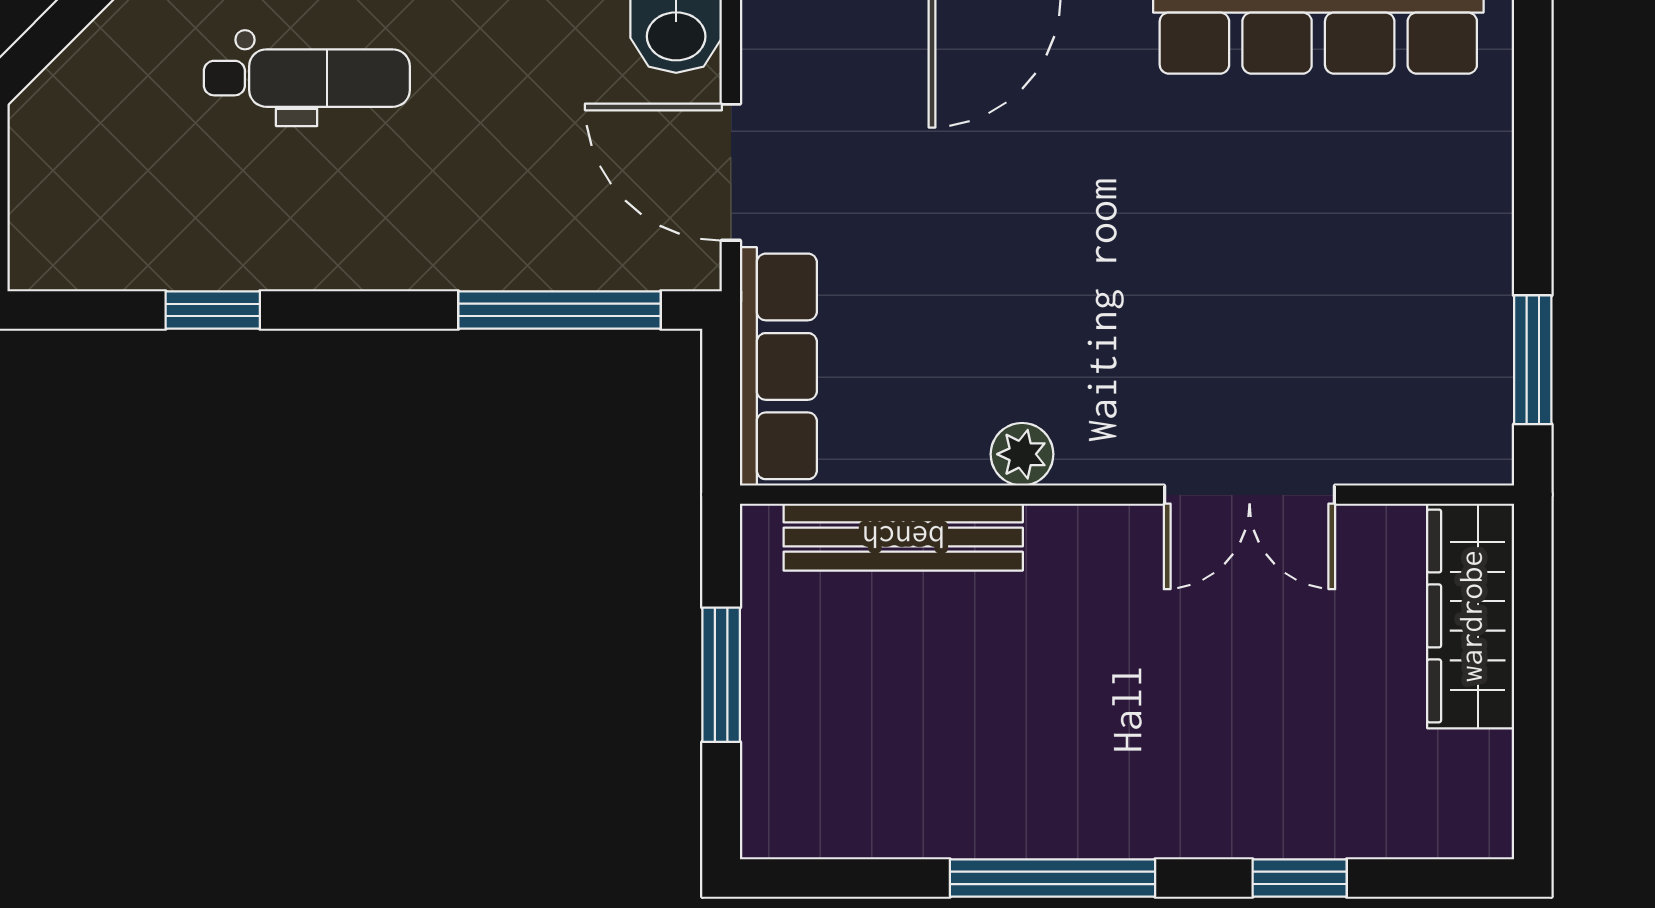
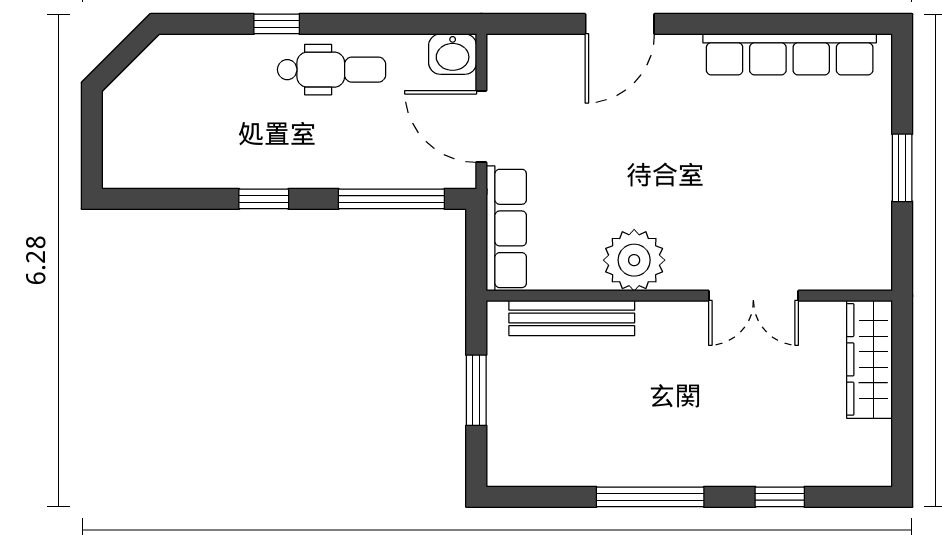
dental chair: (307, 78) -> (332, 70), moved
window: (213, 310) -> (264, 199), moved
window: (1533, 360) -> (902, 168), moved
plant: (1022, 454) -> (634, 260), width x1.88, depth x1.88

